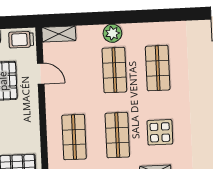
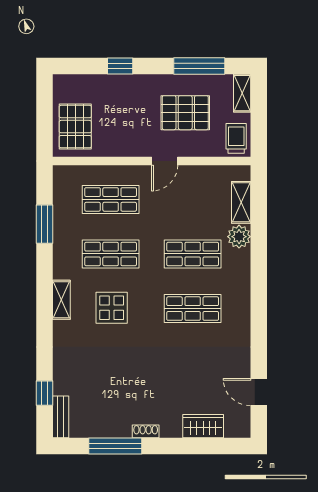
plant: (112, 33) -> (239, 237), moved
shelving: (59, 34) -> (241, 202), moved
door: (41, 74) -> (165, 161), moved

